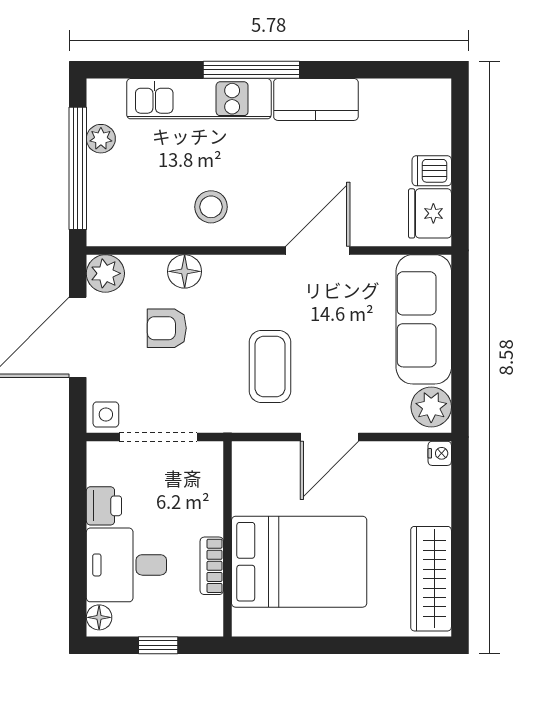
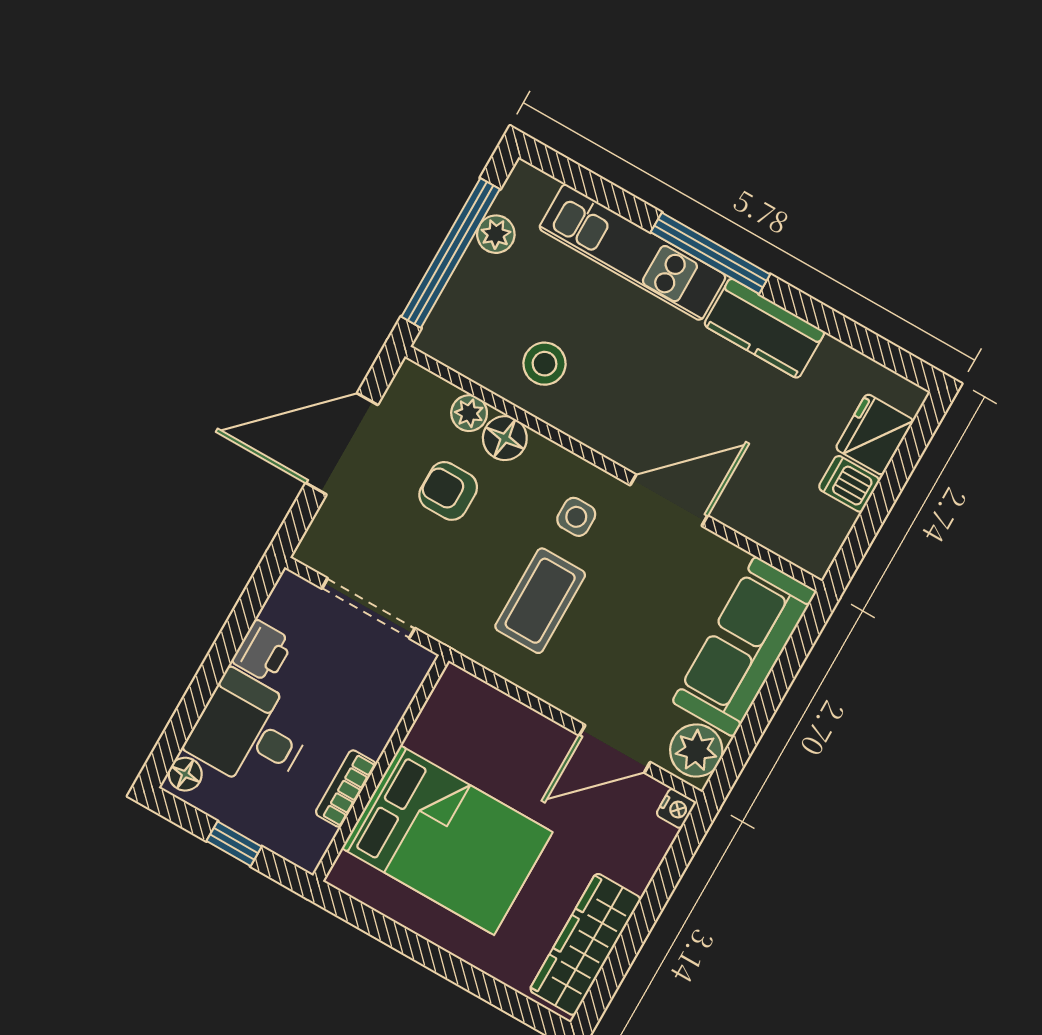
stool: (211, 207) -> (545, 364), moved
fridge: (430, 213) -> (875, 434), moved
plant: (105, 273) -> (469, 413), moved, width x0.73, depth x0.73
side table: (106, 414) -> (576, 517), moved
door: (330, 437) -> (615, 749), moved

